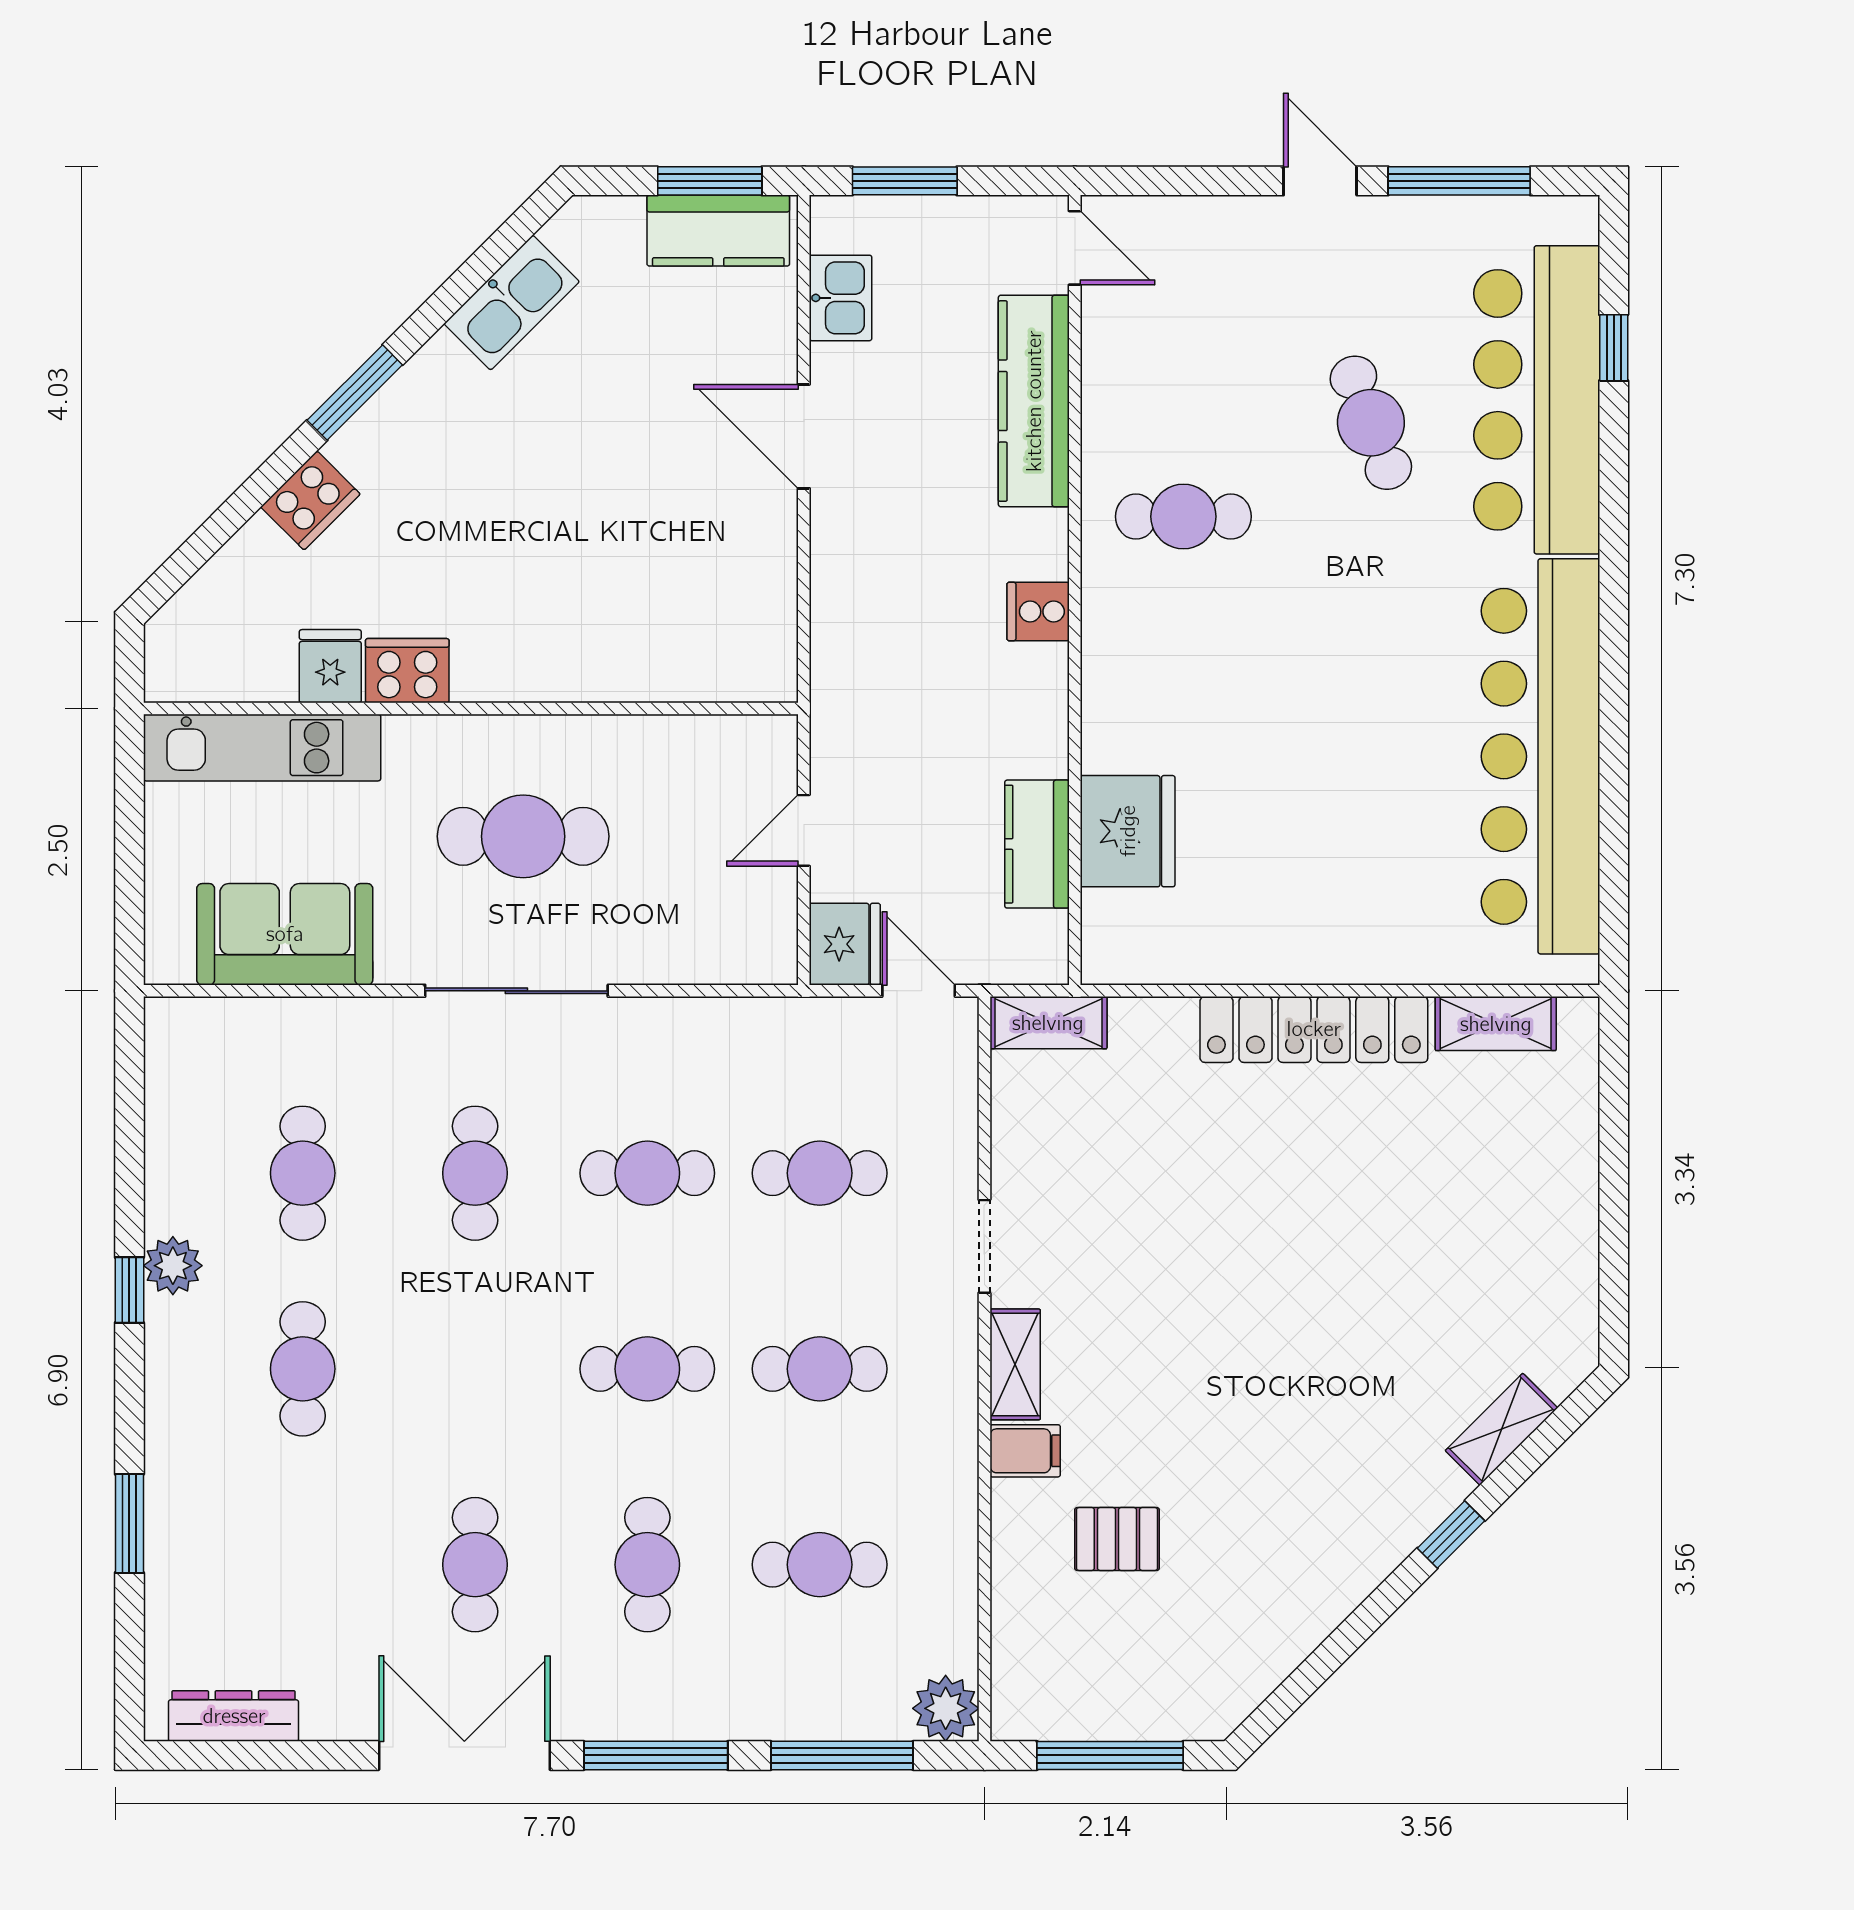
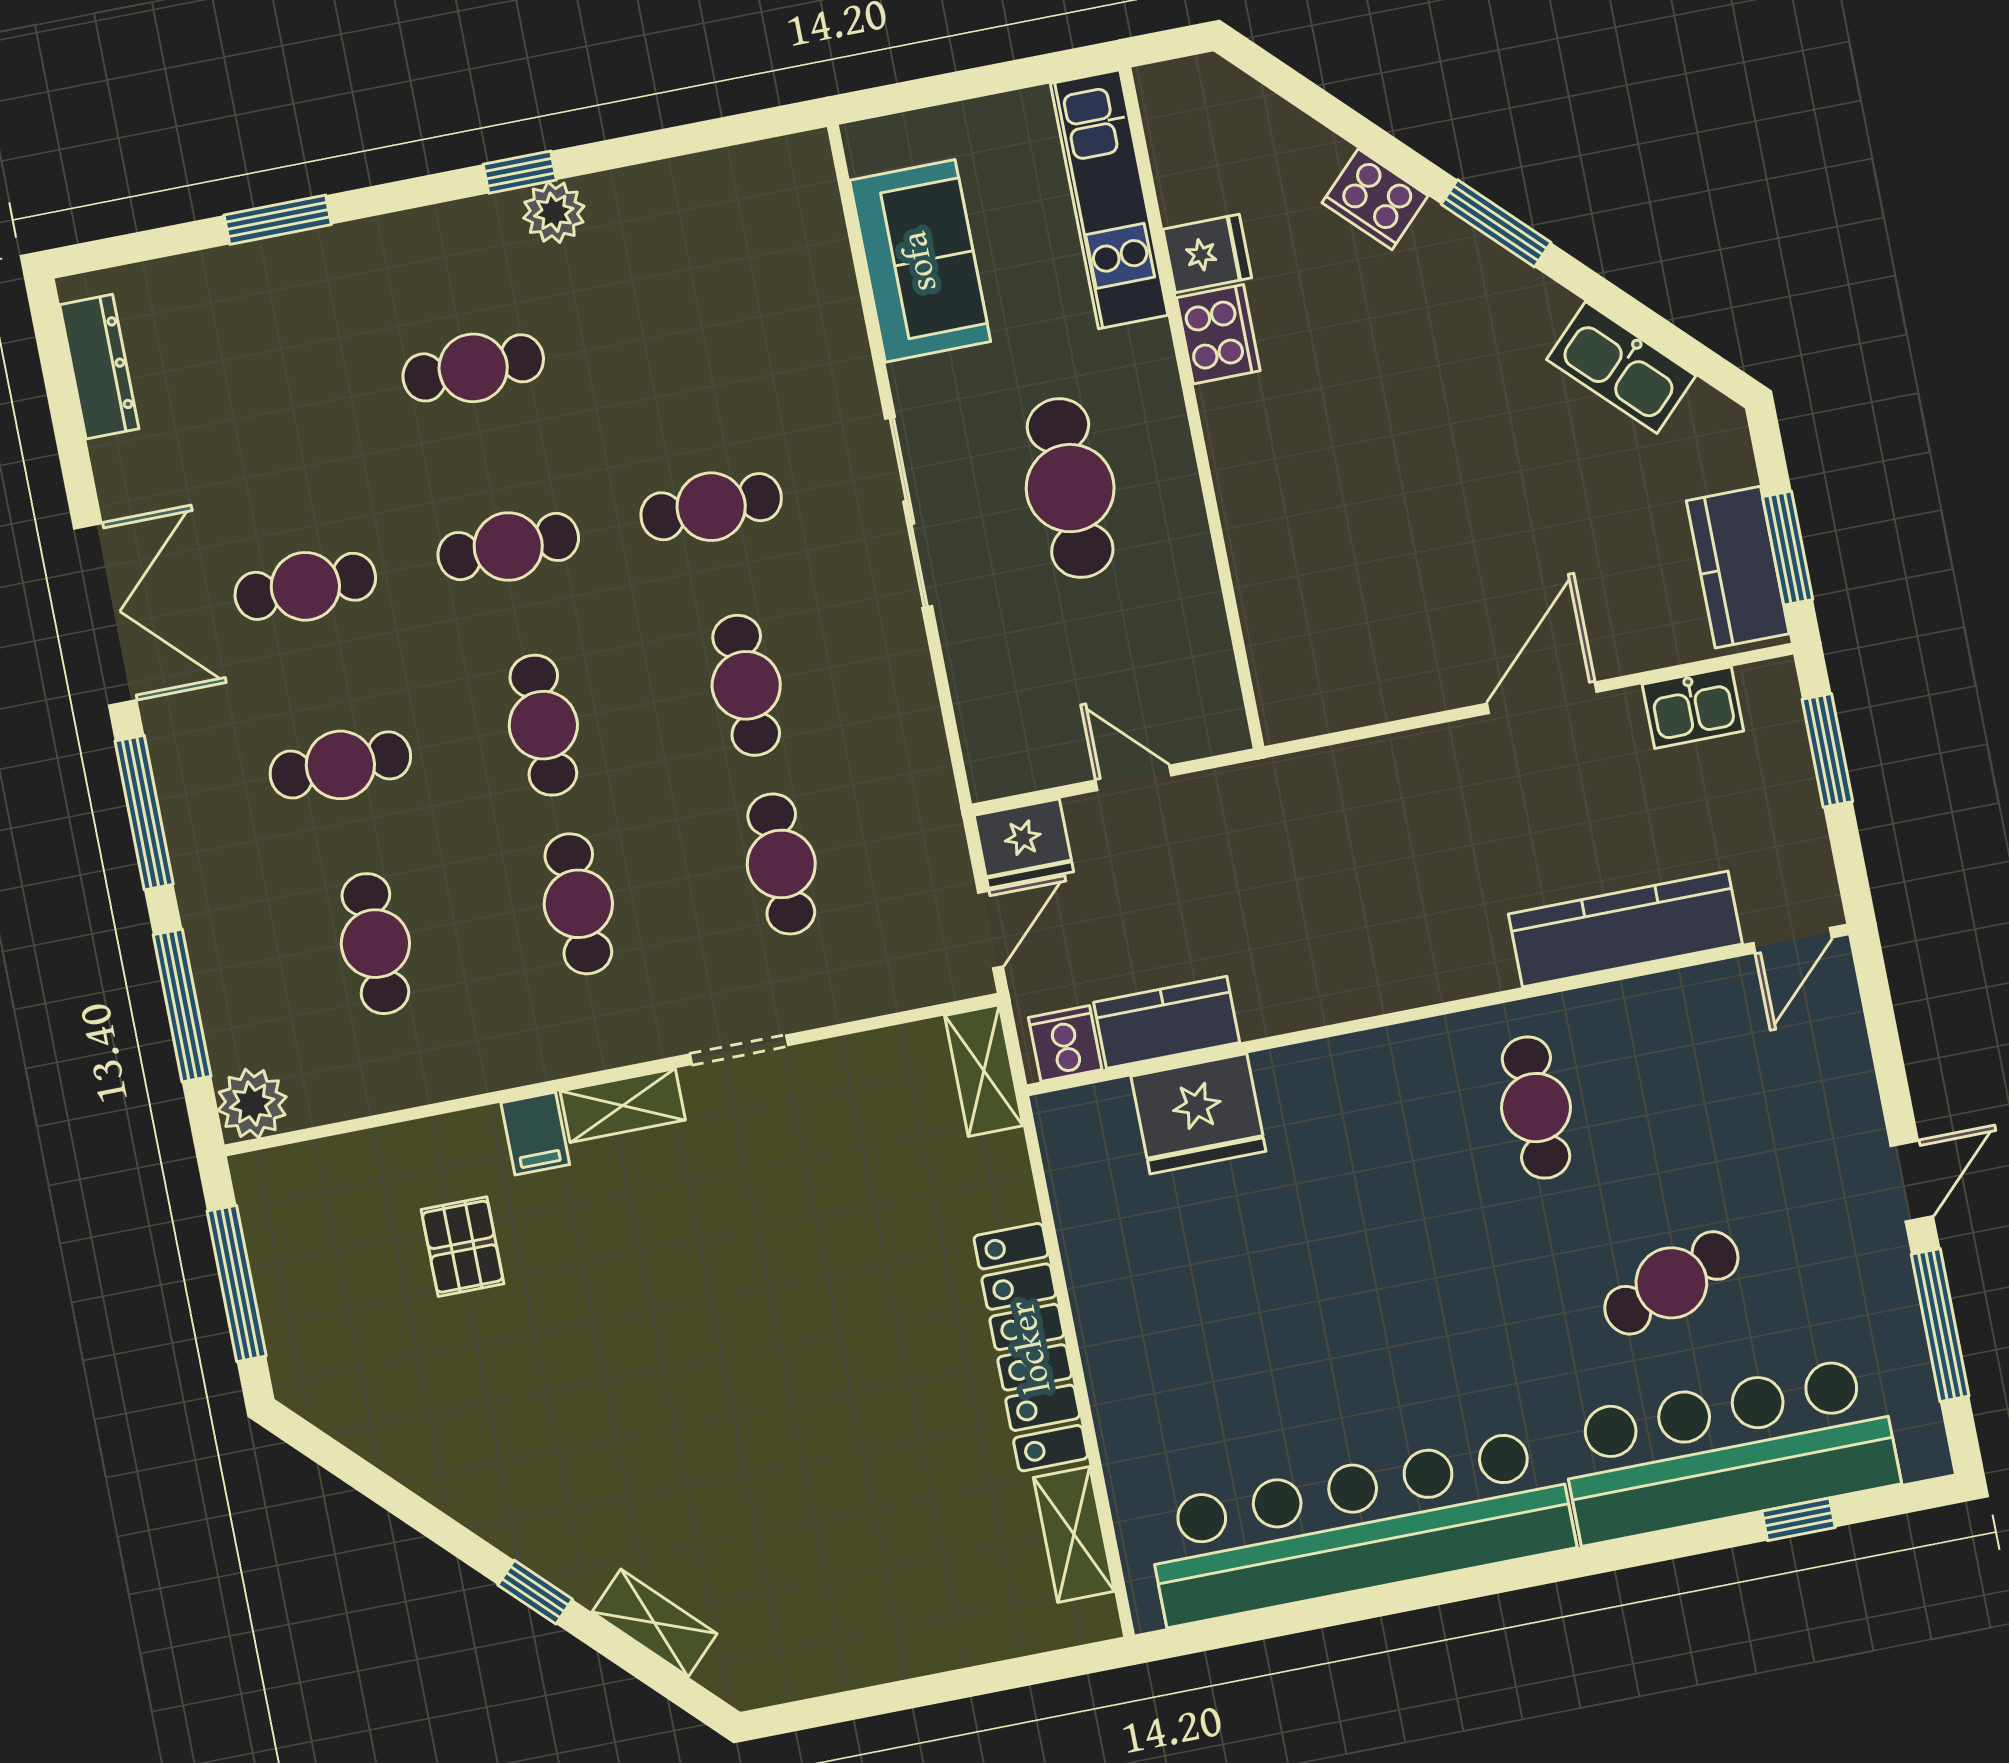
cooker: (1038, 612) -> (1065, 1043), moved
cafe table: (303, 1173) -> (508, 547), moved

